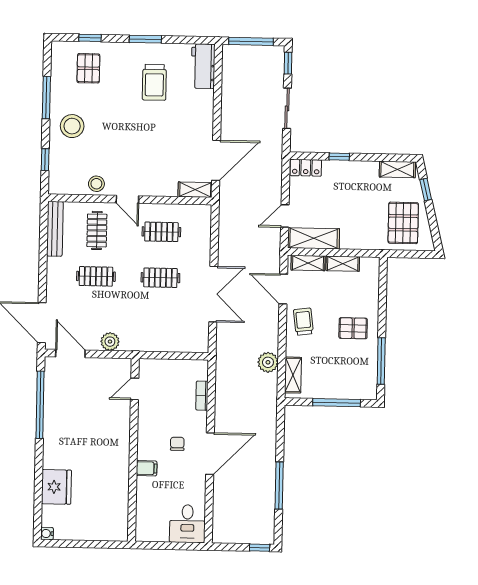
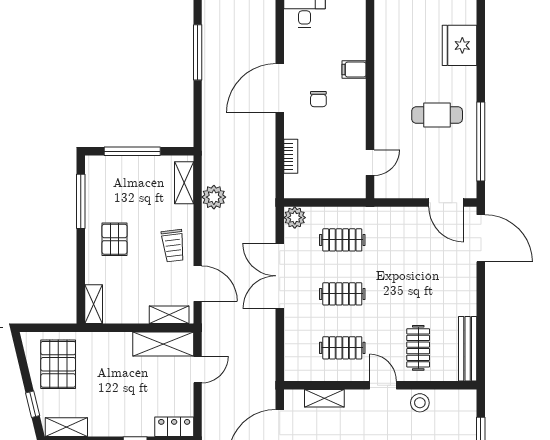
shelving: (195, 190) -> (324, 398), moved
shelving: (343, 264) -> (94, 304), moved, turned 90
clothes rail: (96, 276) -> (342, 240), moved
pallet: (353, 328) -> (115, 239), turned 90
plant: (110, 342) -> (295, 218), moved
cafe table: (77, 428) -> (437, 115), added

